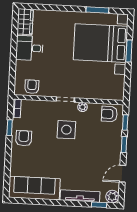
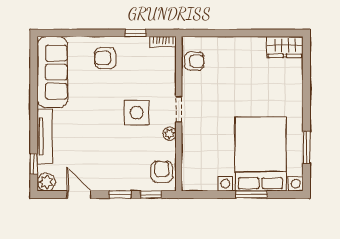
desk: (29, 48) -> (248, 55), removed
armchair: (24, 138) -> (105, 58), moved, turned 180

